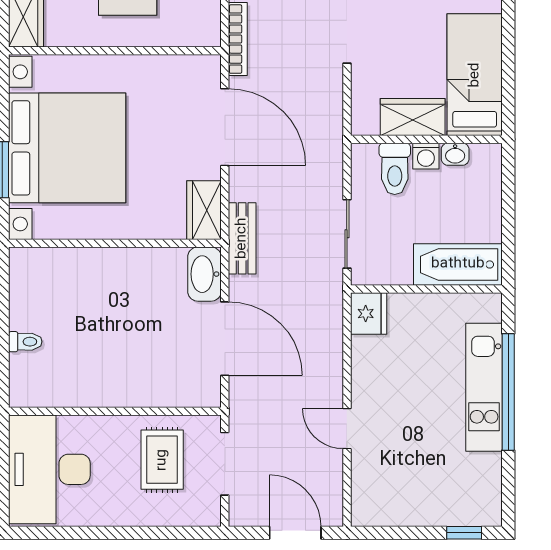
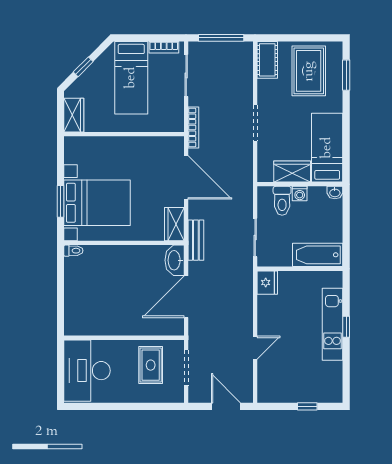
bed with nightstands: (67, 148) -> (97, 203), width x0.73
washbasin: (455, 154) -> (335, 193), moved
door: (225, 339) -> (186, 297), swing flipped
toilet: (25, 342) -> (73, 251), moved
window: (508, 392) -> (346, 327), width x0.32
door: (347, 429) -> (255, 348), swing flipped
window: (464, 533) -> (307, 406), moved

